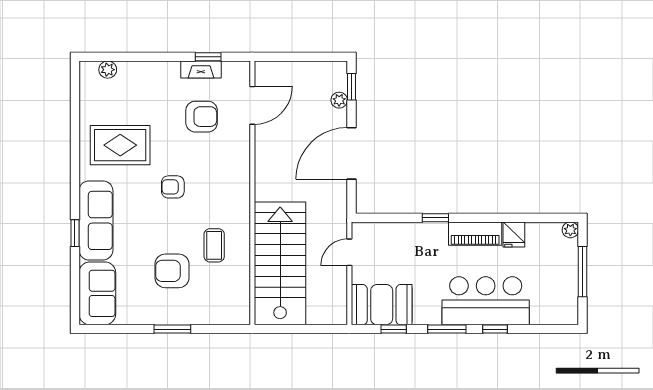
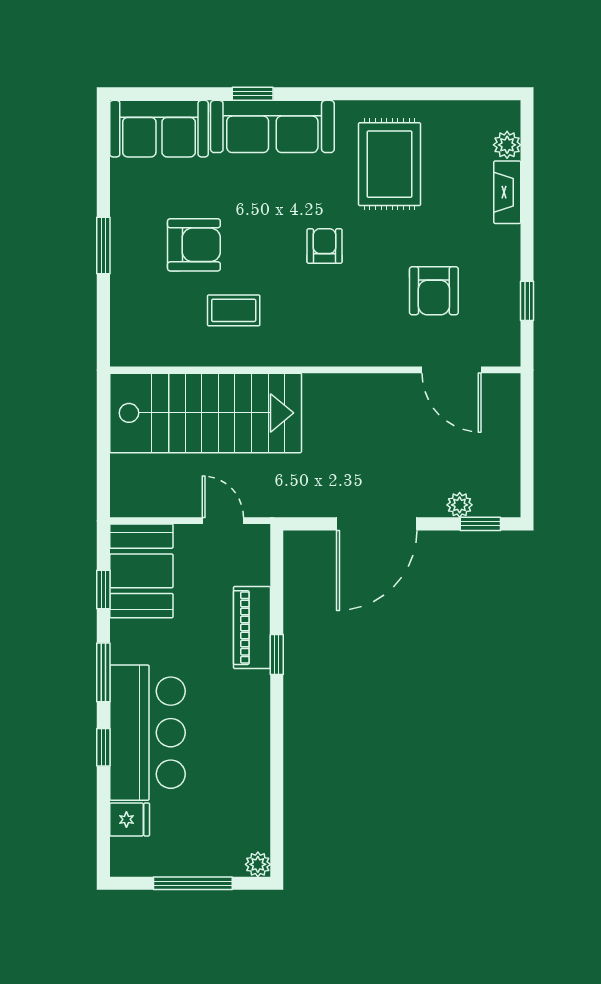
fireplace: (201, 69) -> (507, 192), moved
door: (351, 153) -> (377, 524), swing flipped
piano: (475, 234) -> (252, 628), moved
fridge: (514, 235) -> (130, 819), moved, turned 180
armchair: (172, 271) -> (194, 245), turned 90

